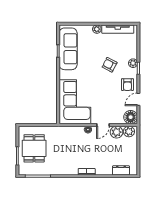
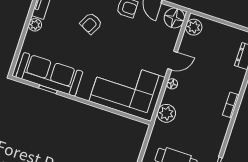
door: (103, 125) -> (173, 61), hinge flipped
plant: (116, 132) -> (166, 113), moved

